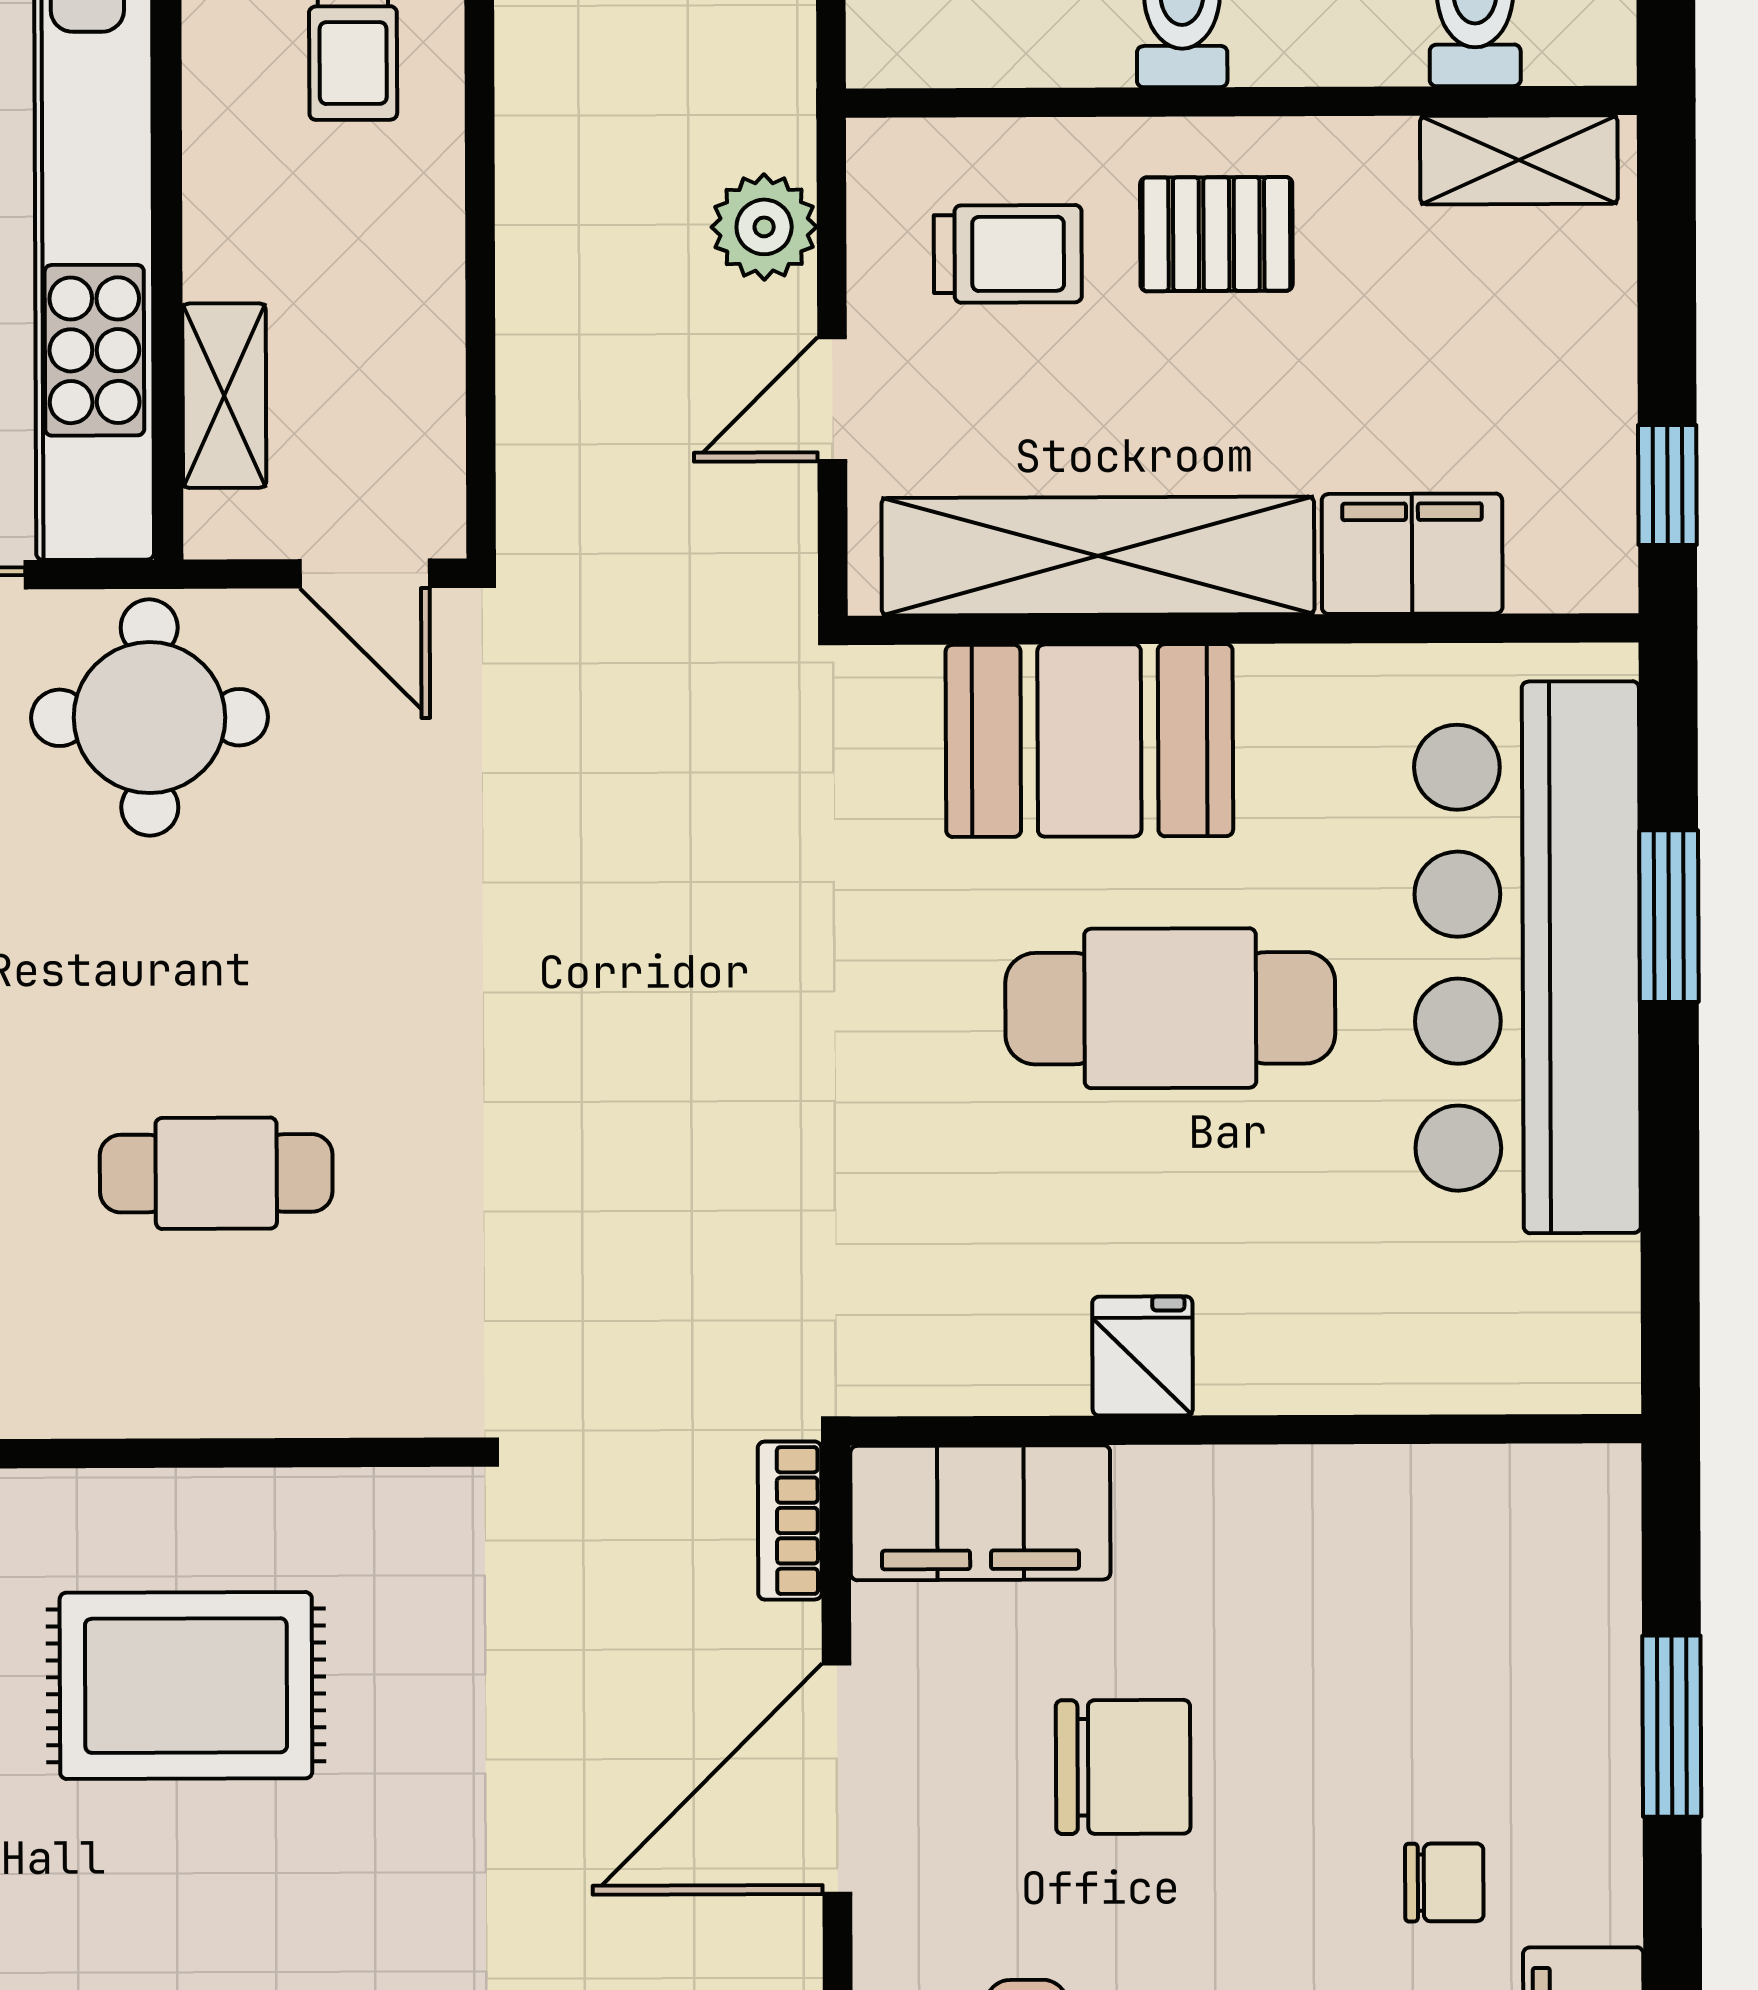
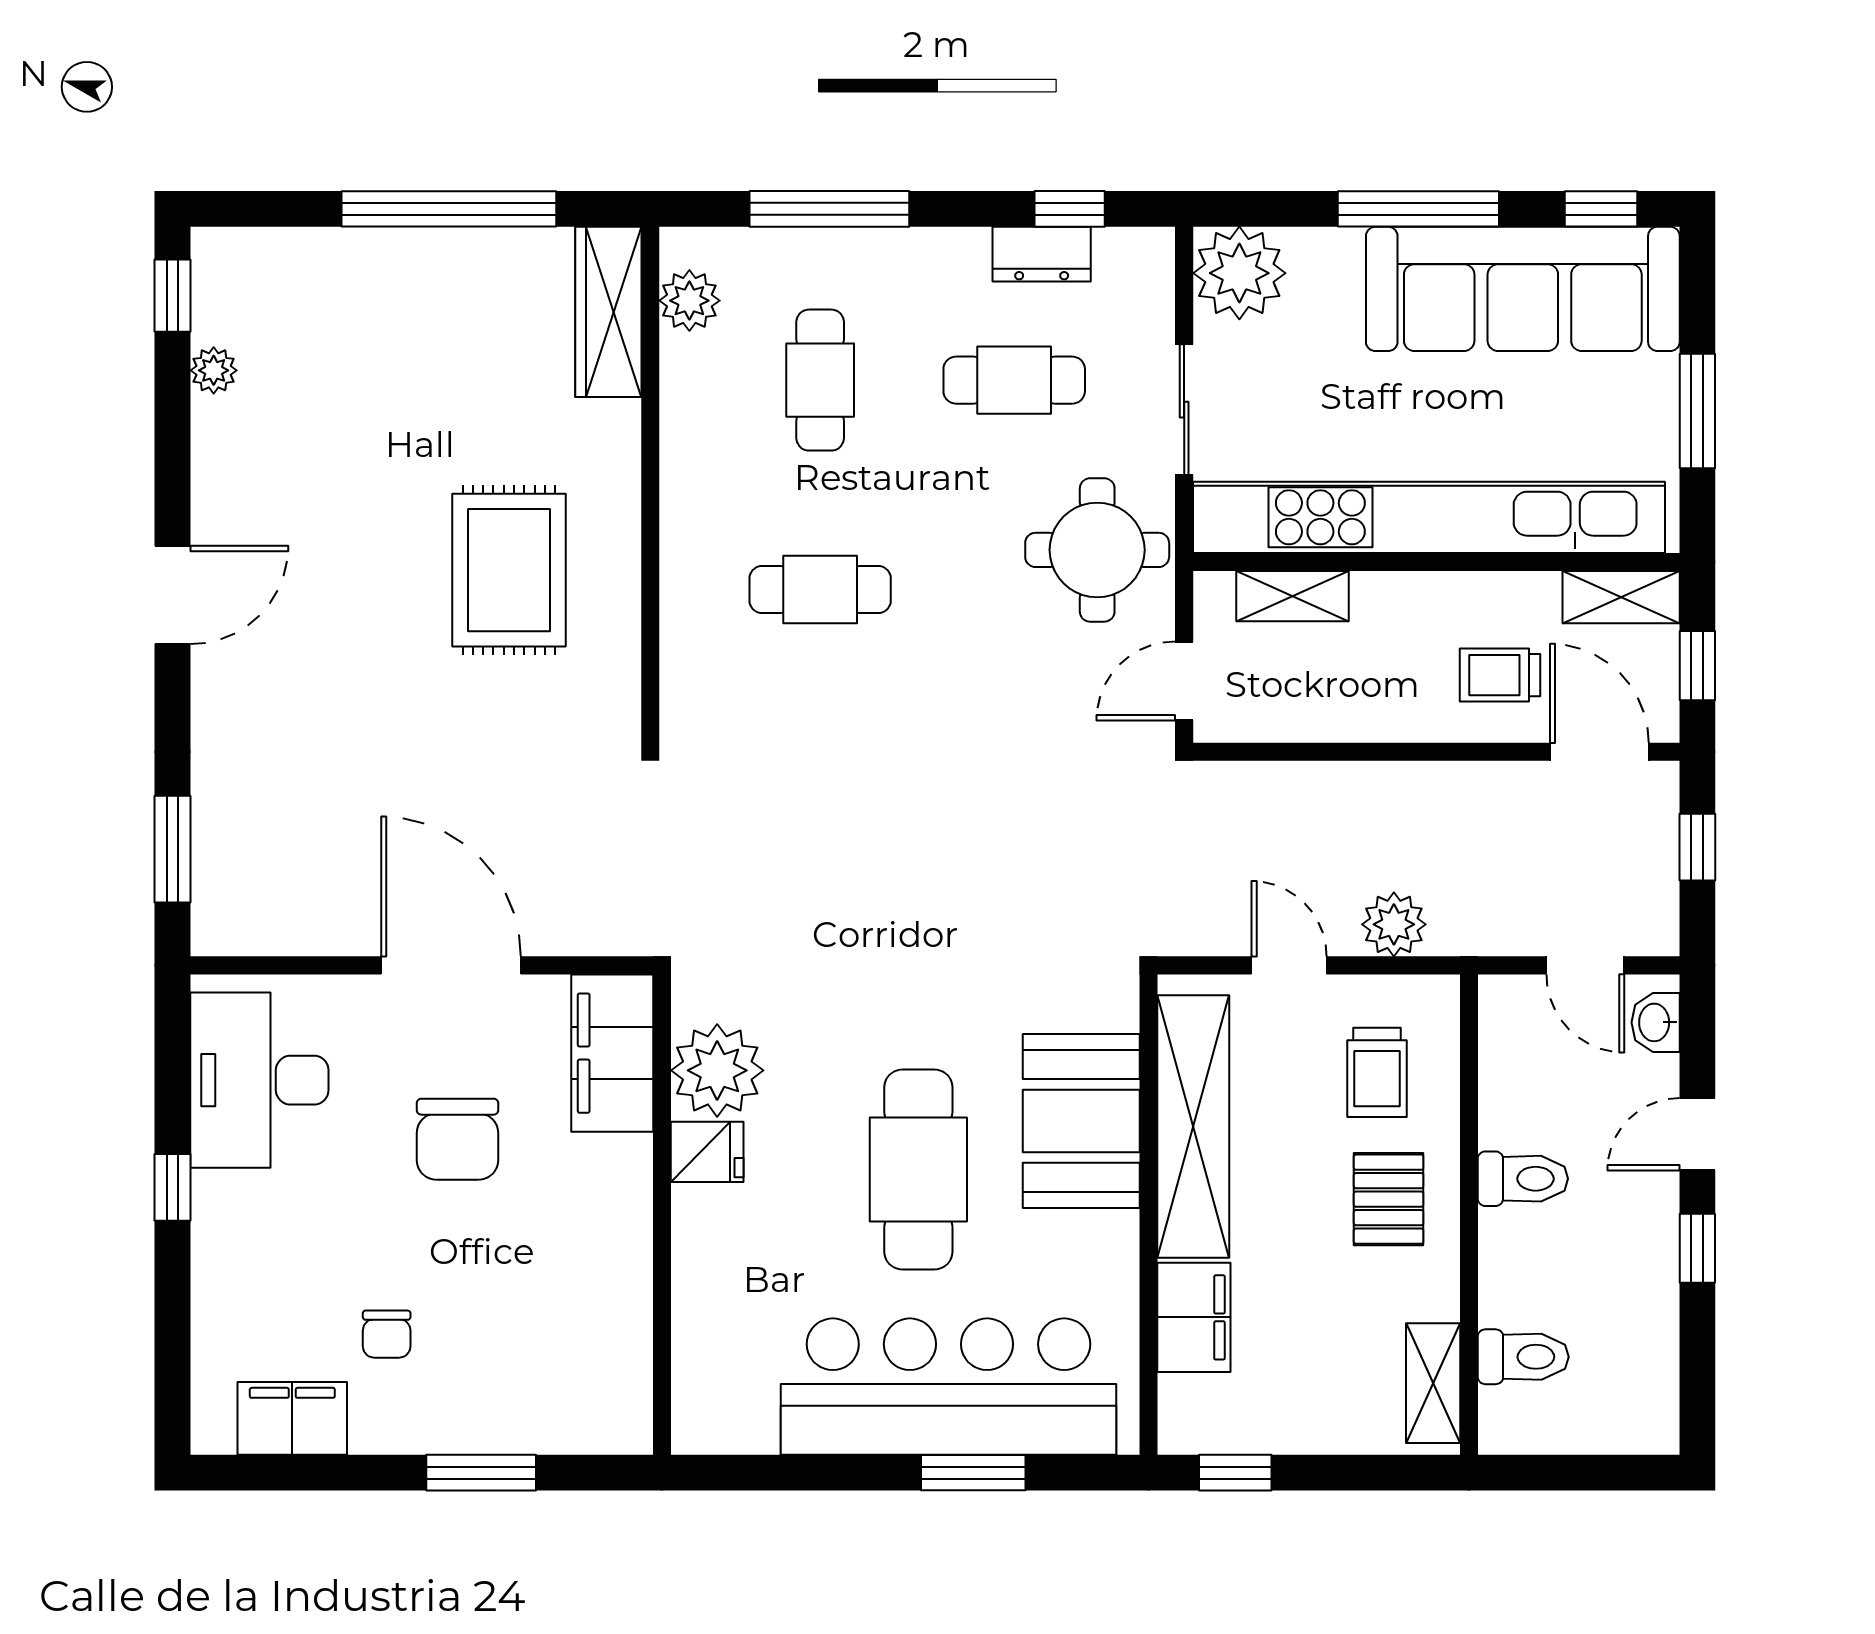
cafe table: (216, 1173) -> (820, 590), turned 90
plant: (1008, 1340) -> (717, 1070), added
bookcase: (790, 1521) -> (608, 937), removed

